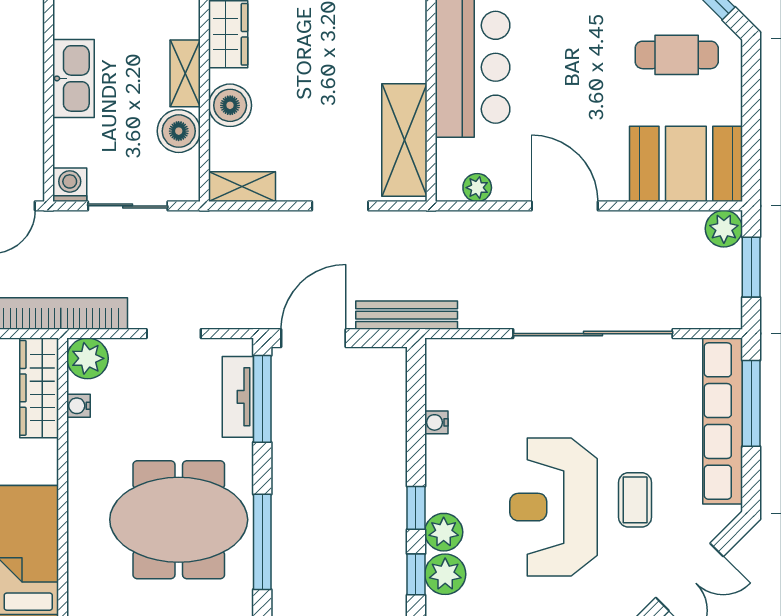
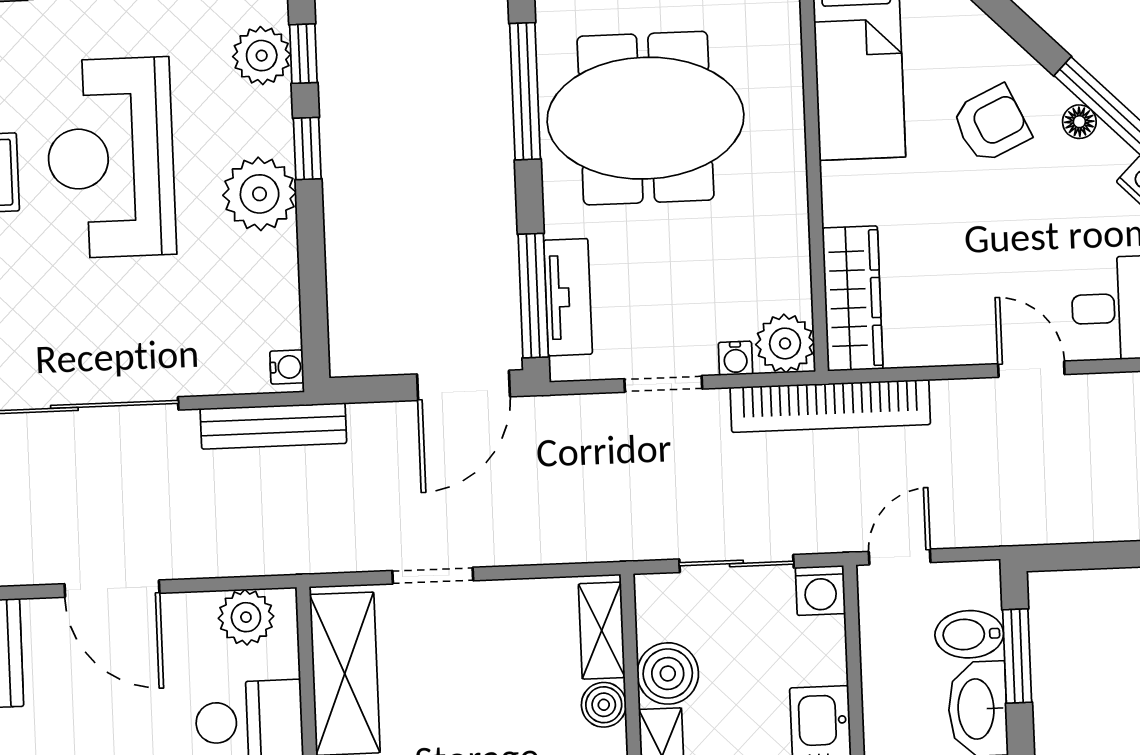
boiler: (230, 105) -> (604, 705), width x0.73, depth x0.73
shelving: (242, 187) -> (602, 631), moved, turned 90
plant: (477, 188) -> (246, 617), width x1.38, depth x1.38
bench: (407, 315) -> (273, 426), moved
water cooler: (79, 406) -> (735, 358), moved, turned 90
water cooler: (436, 422) -> (287, 367), moved
reception desk: (554, 507) -> (111, 158), turned 180
plant: (444, 532) -> (260, 194), moved, width x1.36, depth x1.36

